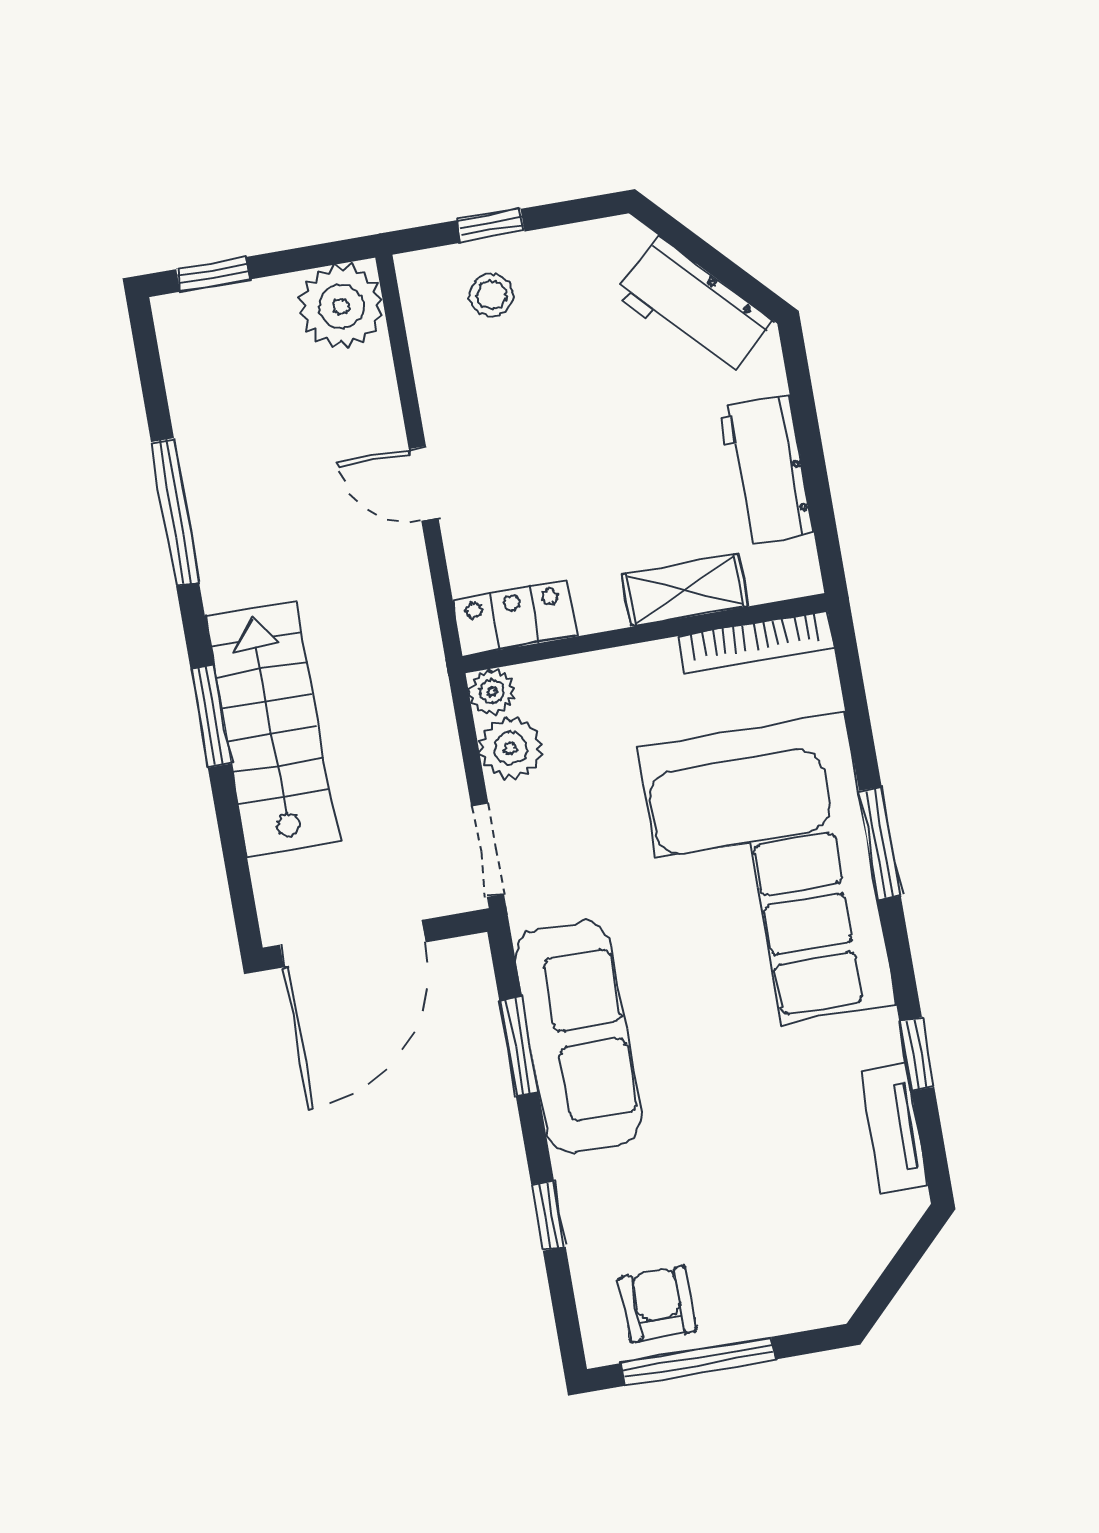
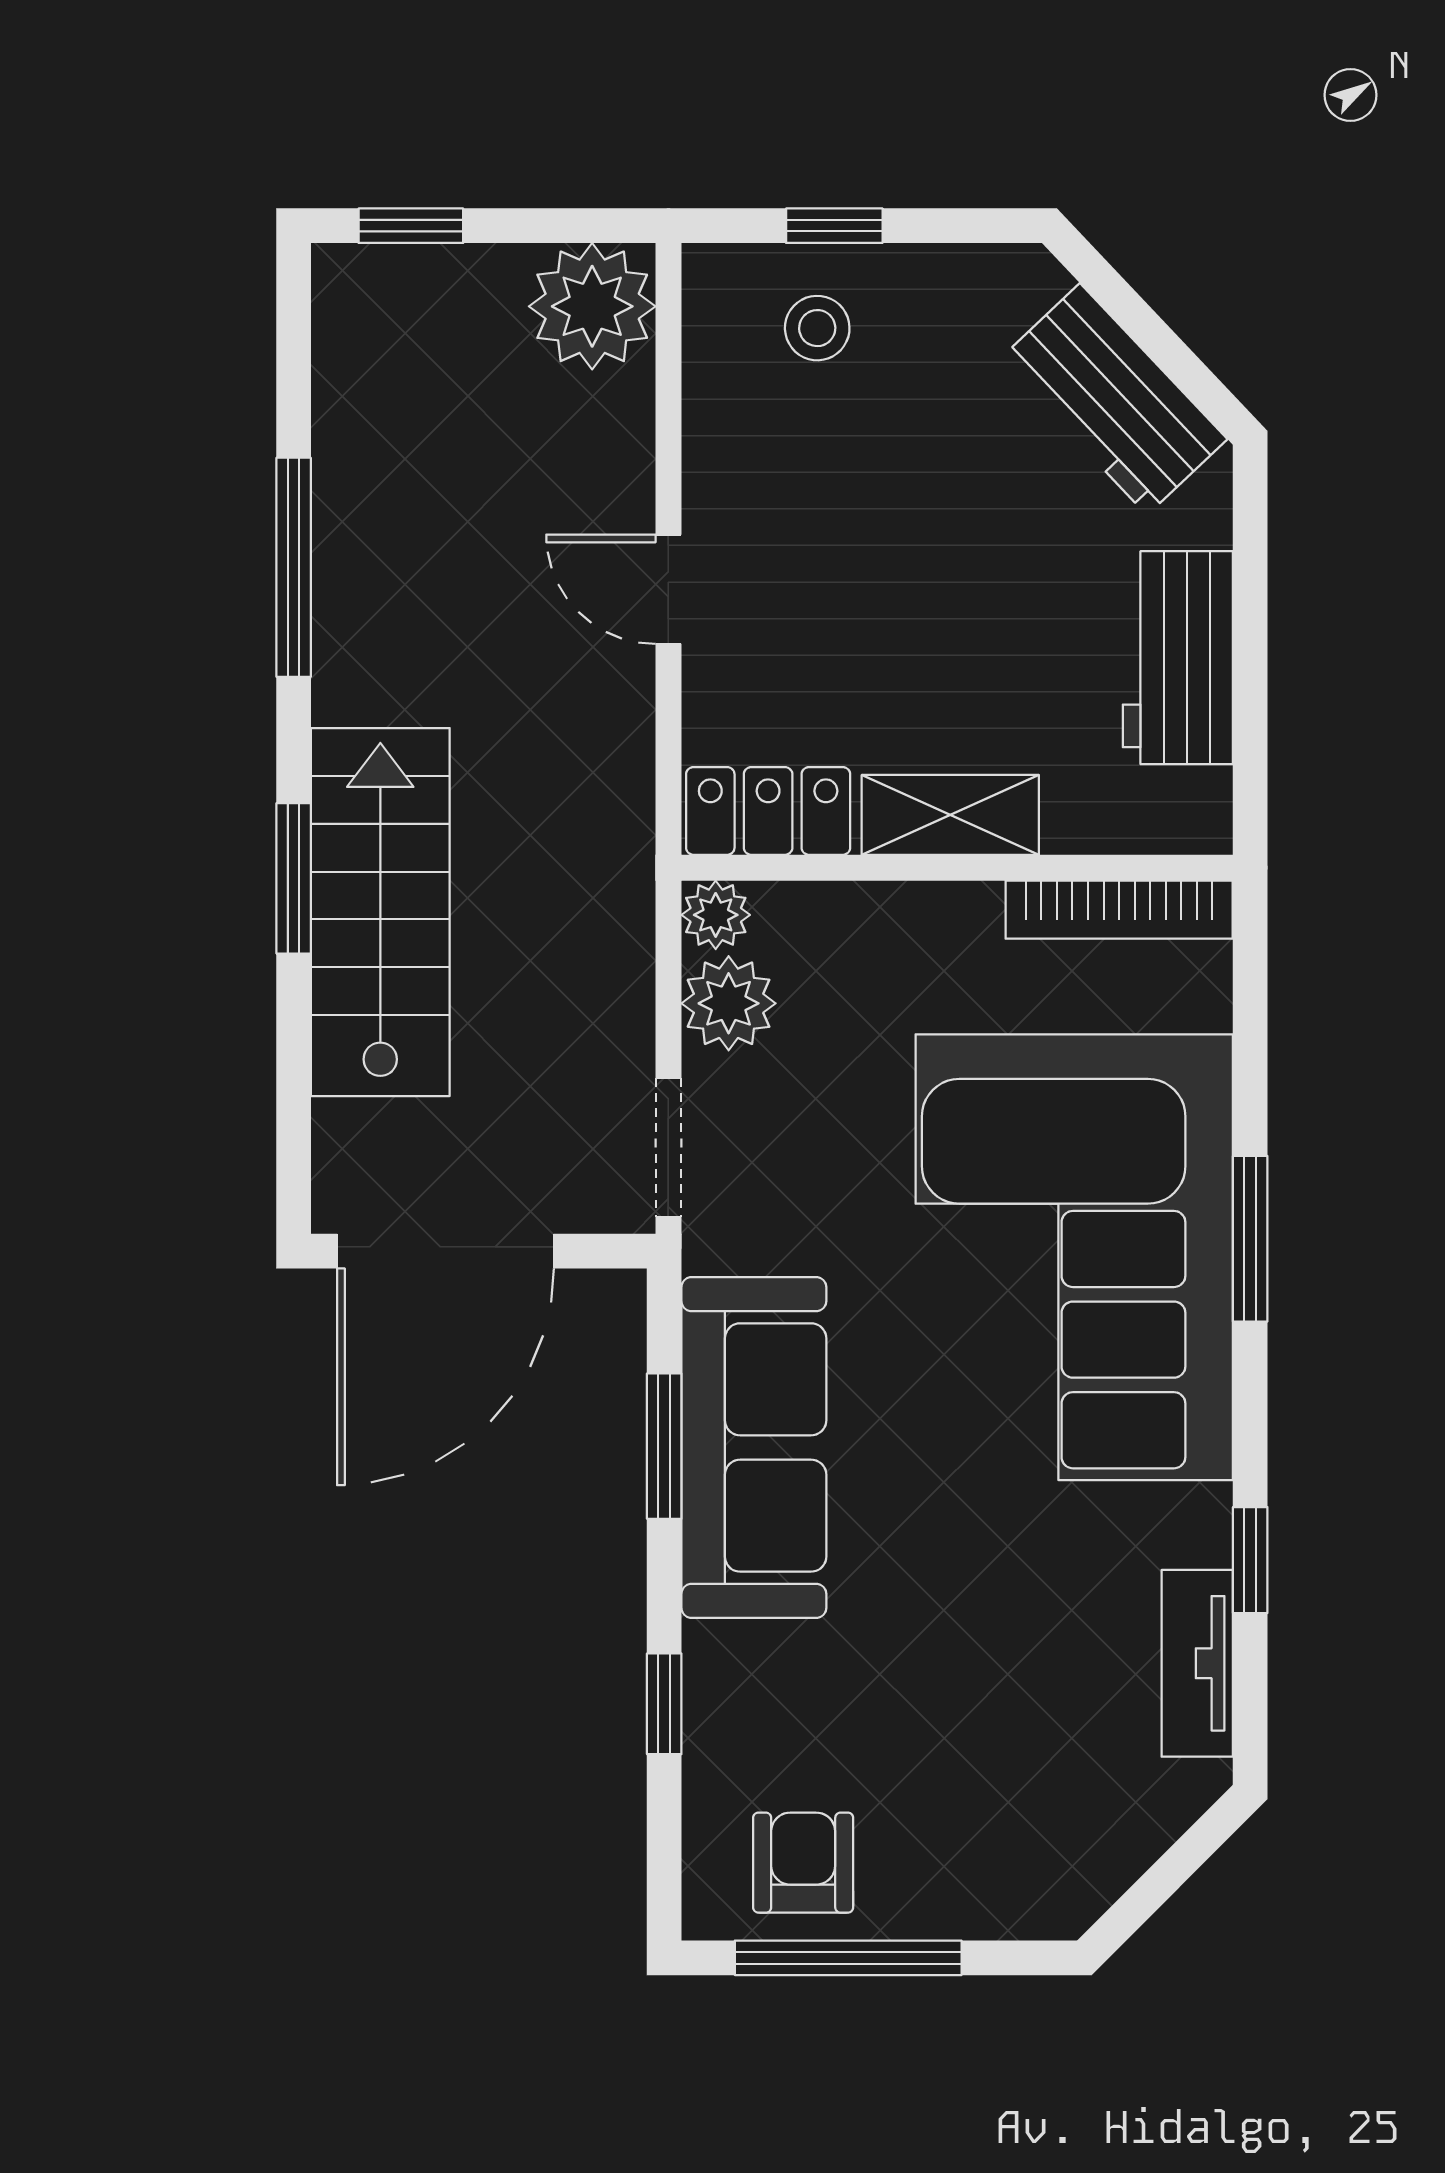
shelving: (685, 591) -> (950, 815), moved

